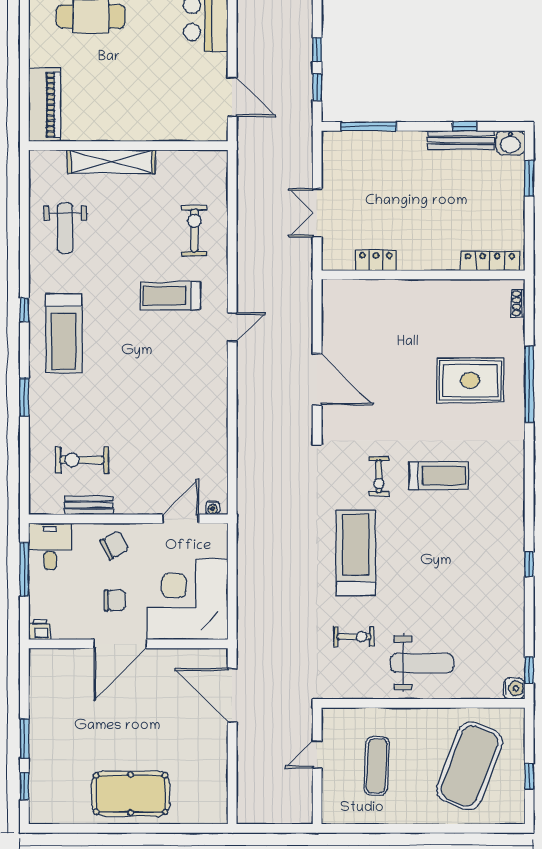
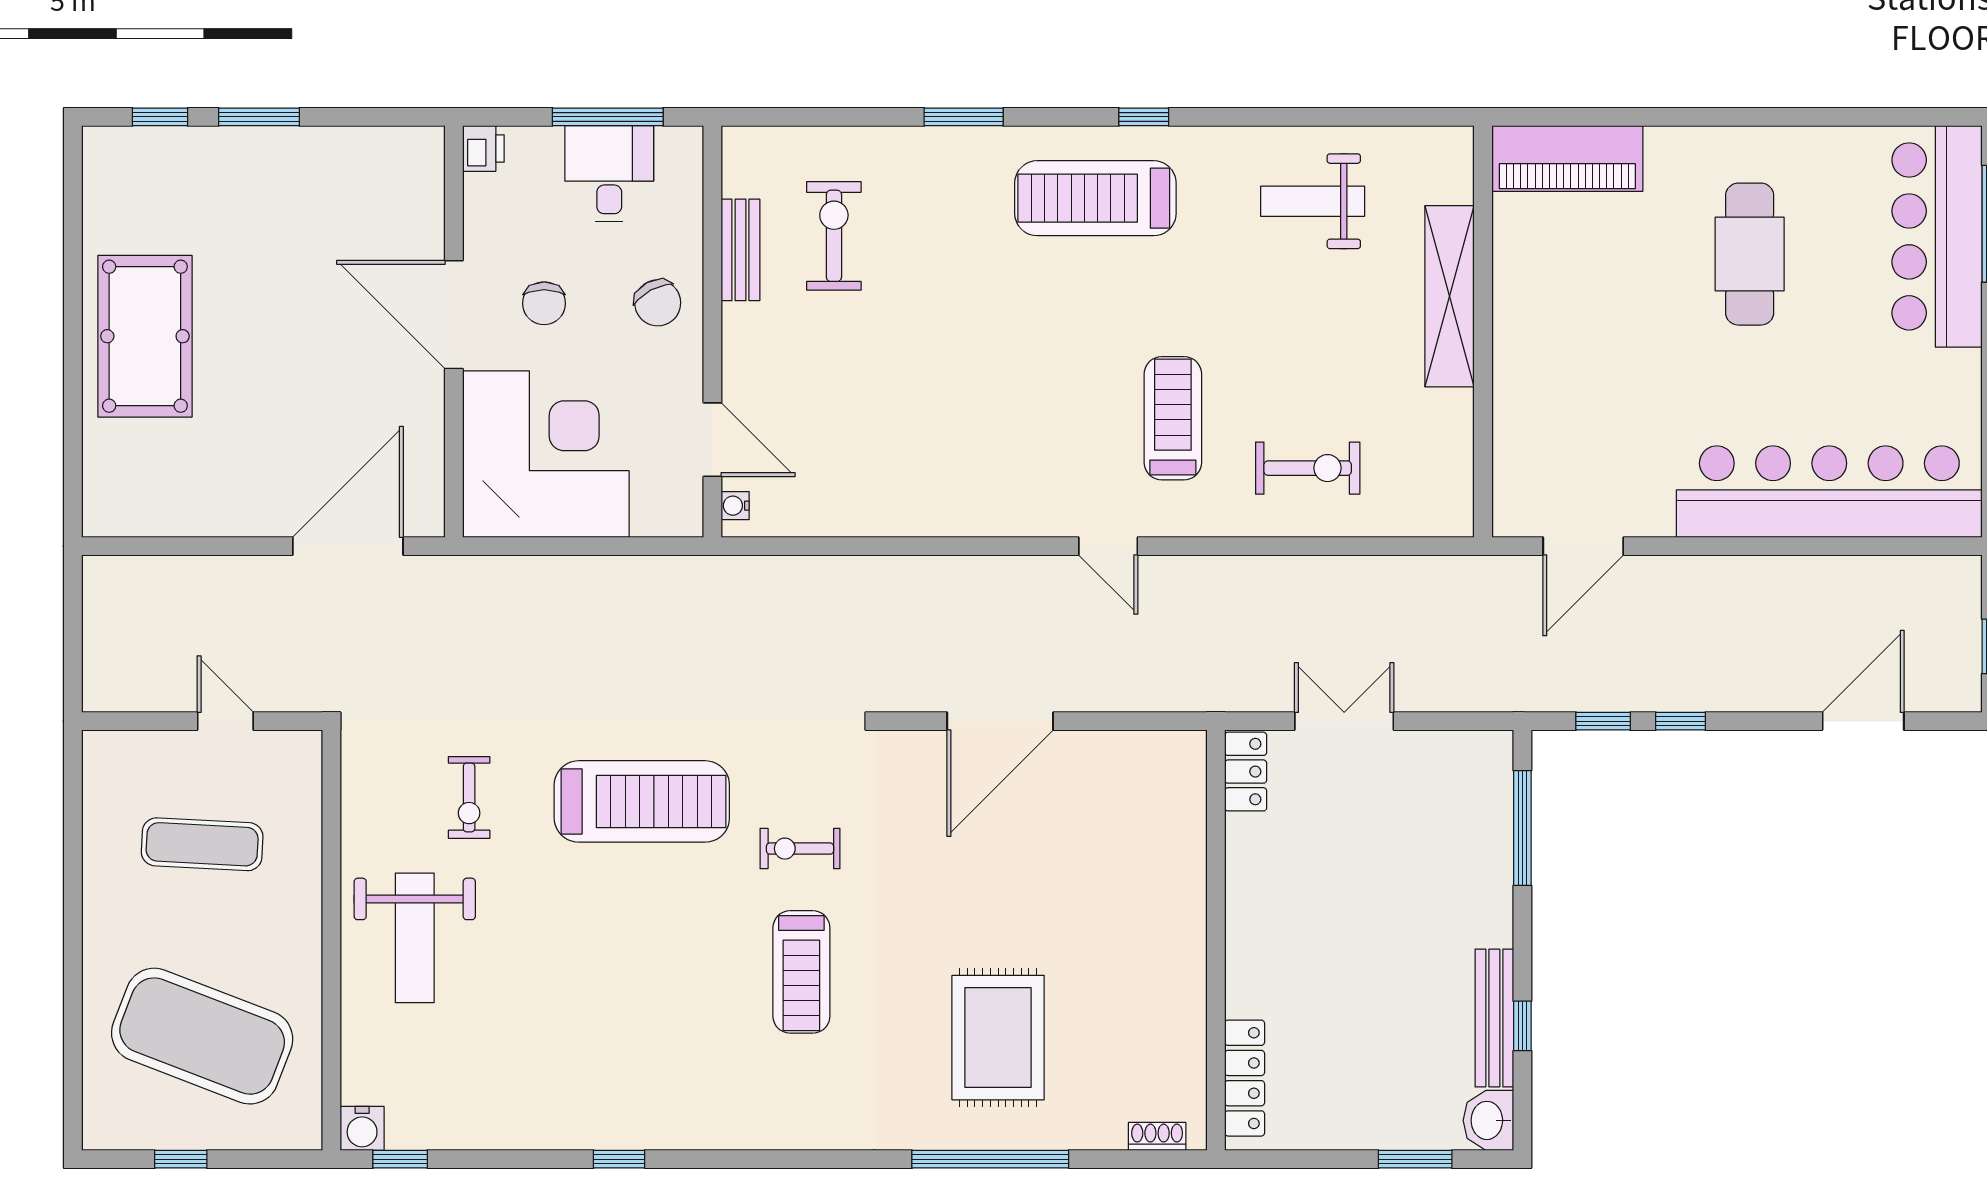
locker: (376, 260) -> (1246, 772), moved
desk: (50, 546) -> (609, 174), moved, turned -90

